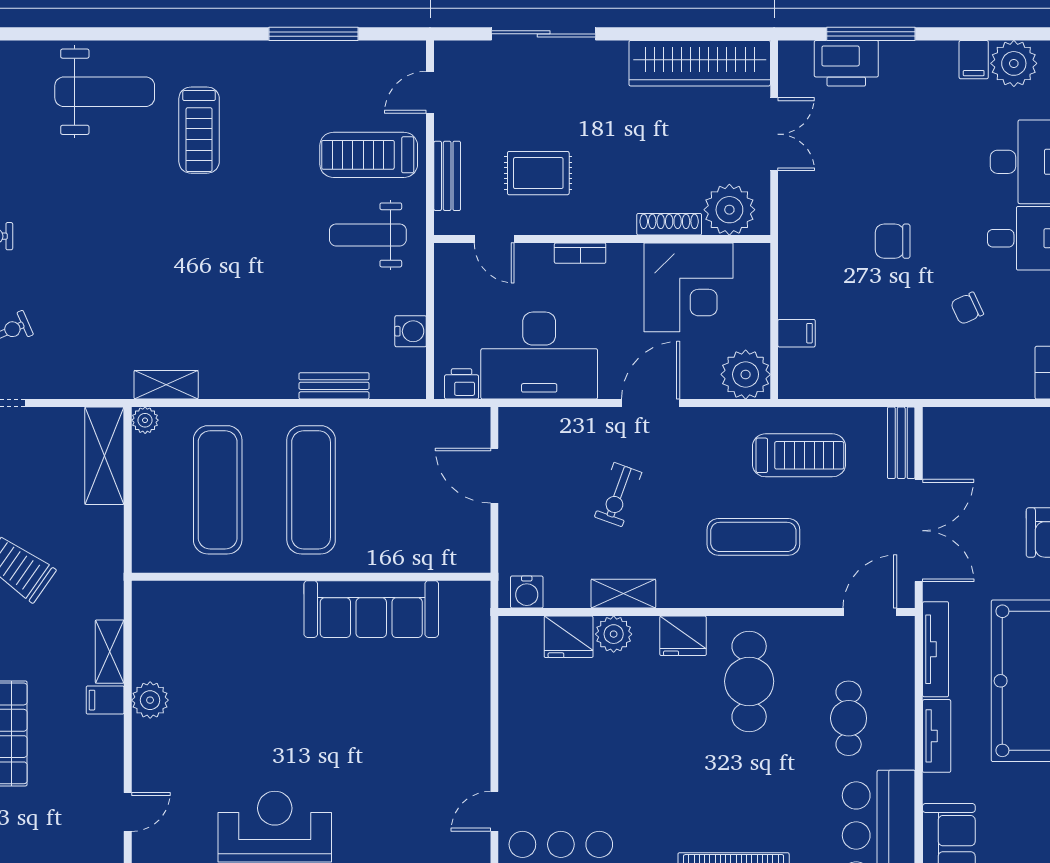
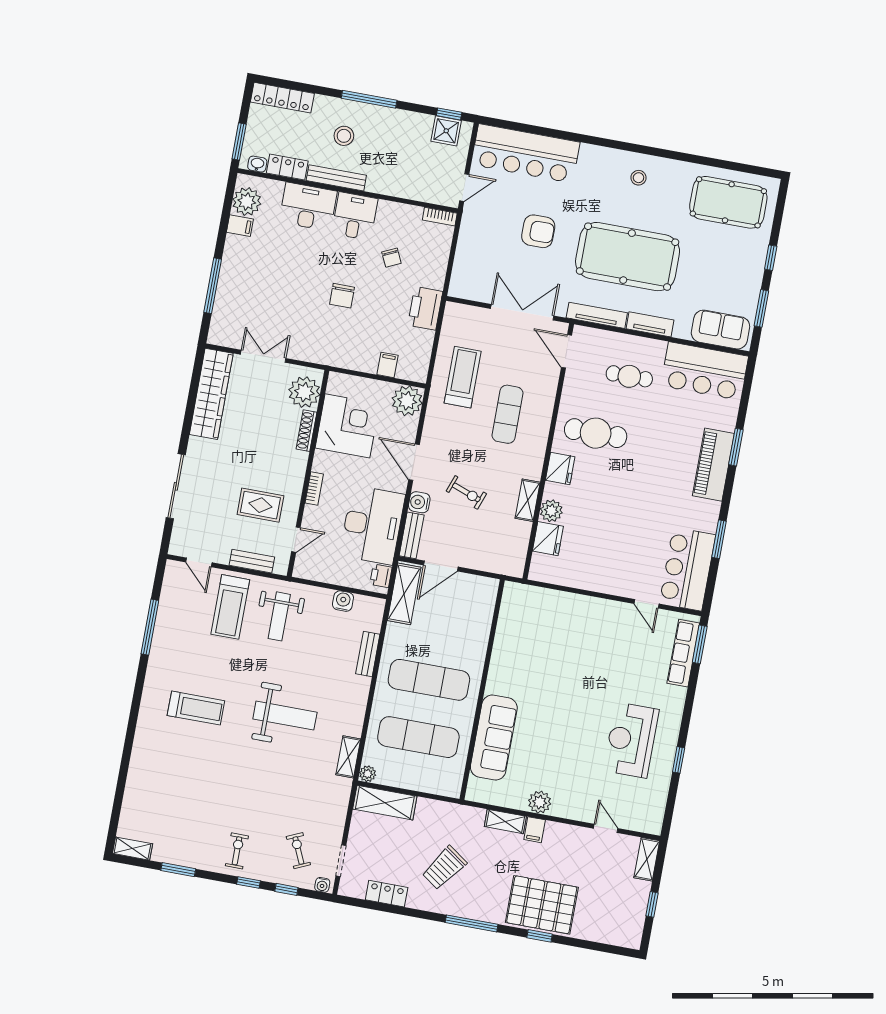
printer: (846, 63) -> (425, 308), moved, turned 180
weight bench: (105, 92) -> (285, 716), moved, turned 90
rug: (538, 173) -> (260, 505), turned 90
shelving: (440, 426) -> (404, 594), added
bench: (901, 443) -> (412, 535), moved, turned 90
water cooler: (527, 592) -> (419, 502), moved, turned 180
sofa: (371, 609) -> (494, 738), moved

